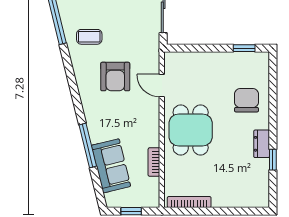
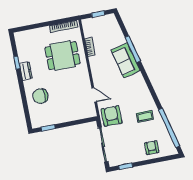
armchair: (115, 77) -> (112, 116), moved
chair: (246, 100) -> (40, 96), turned 90
dining table: (191, 130) -> (62, 56), moved, turned 90
sofa: (111, 166) -> (126, 60), moved

